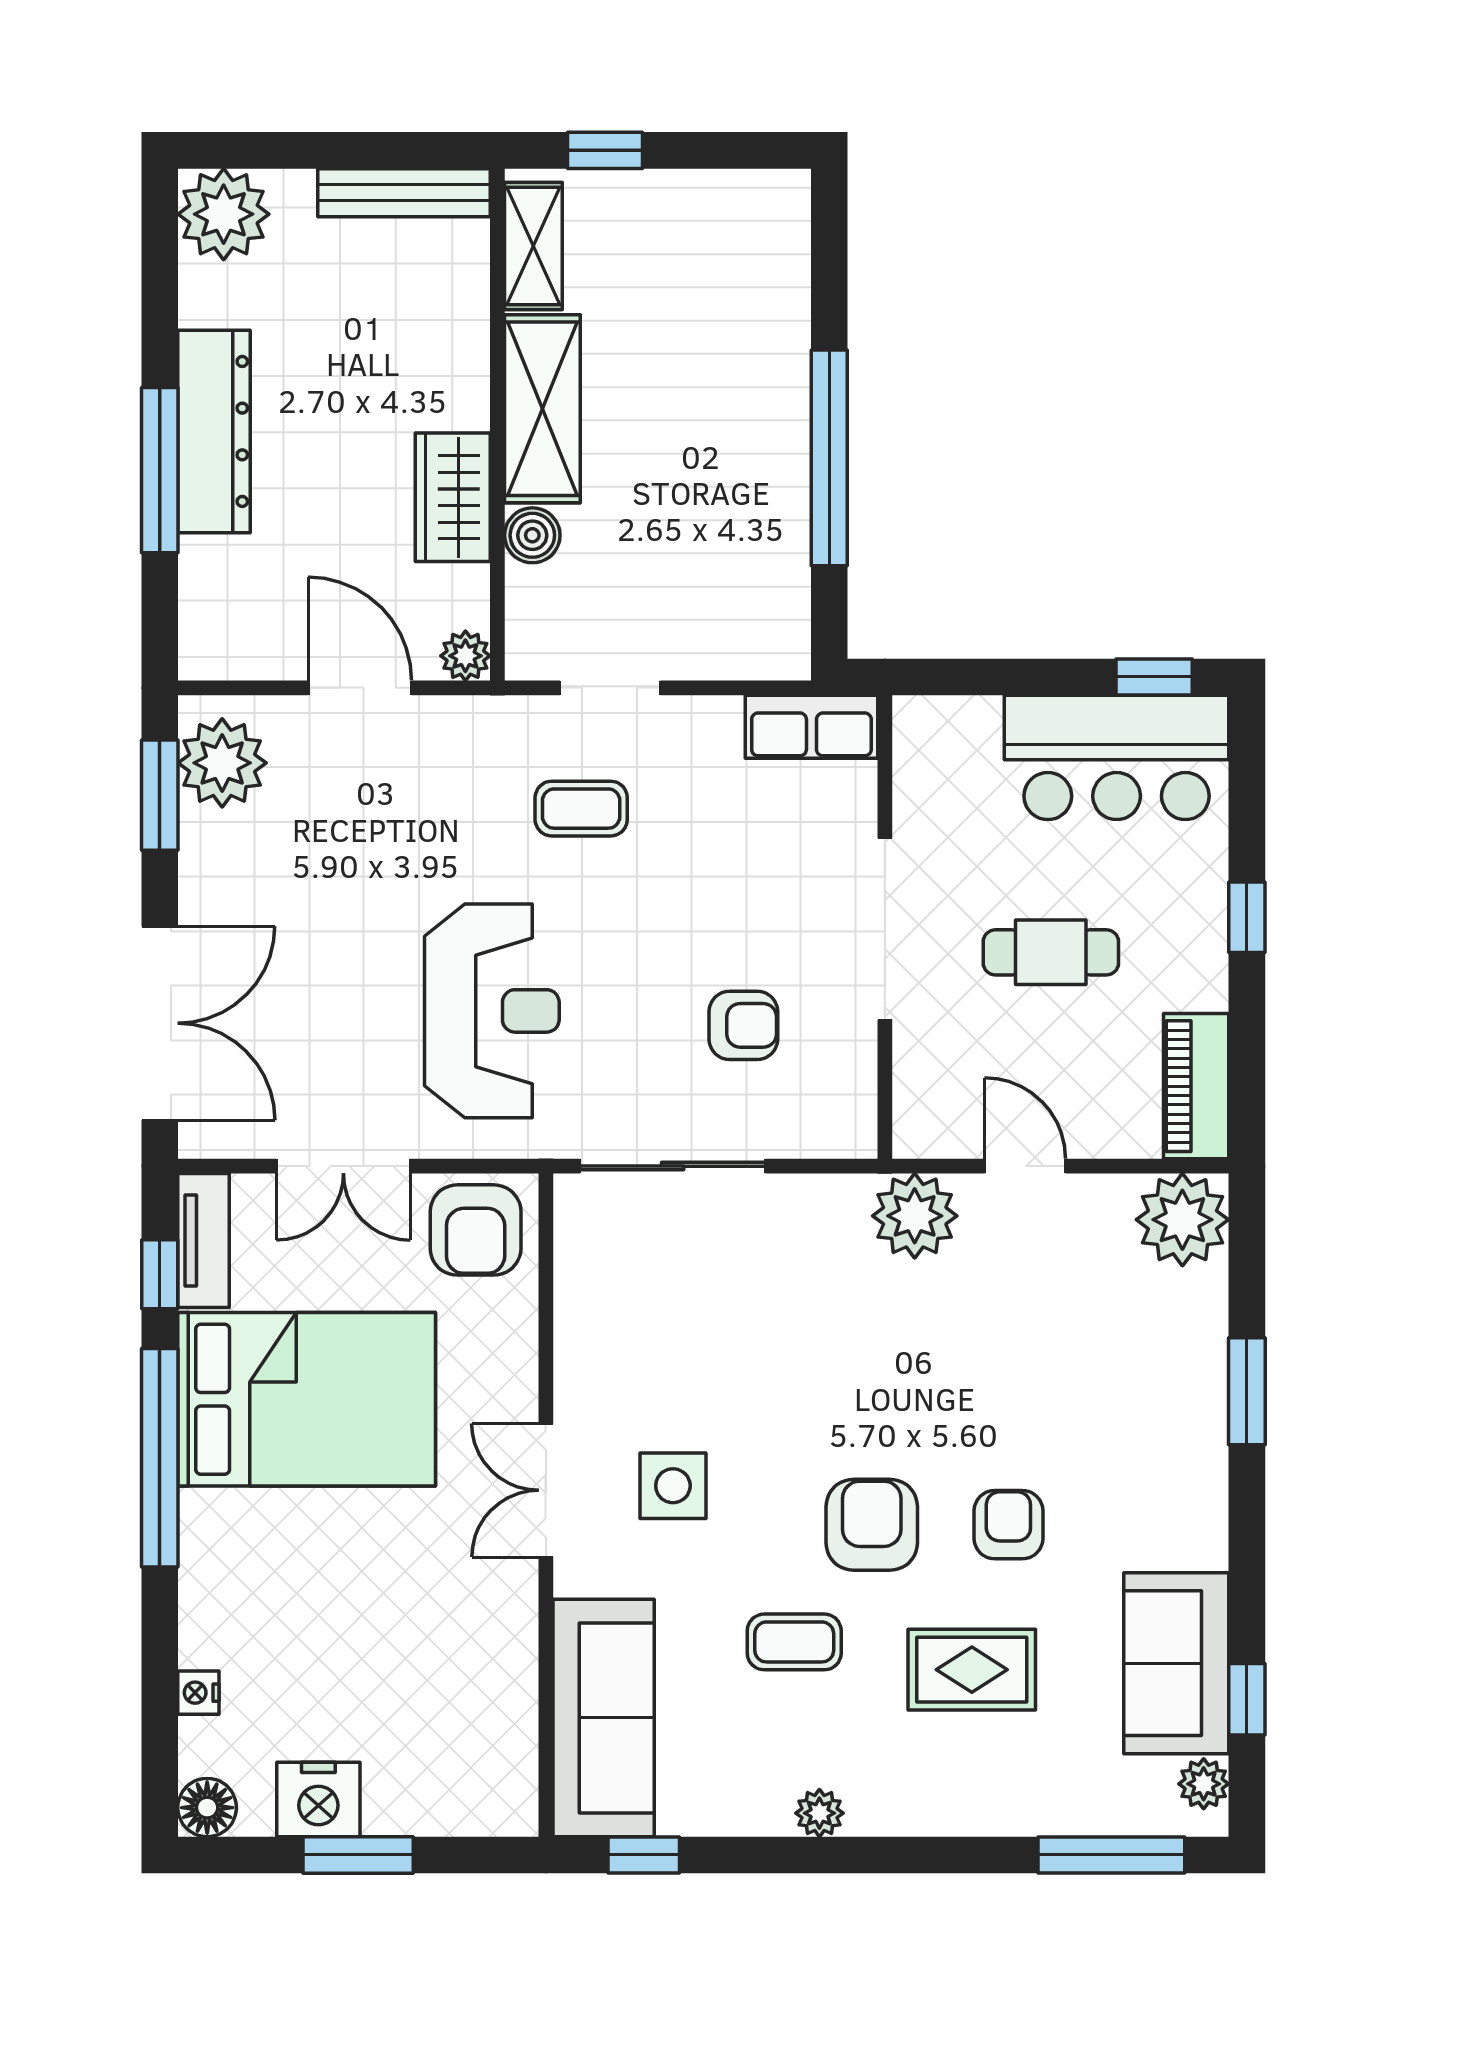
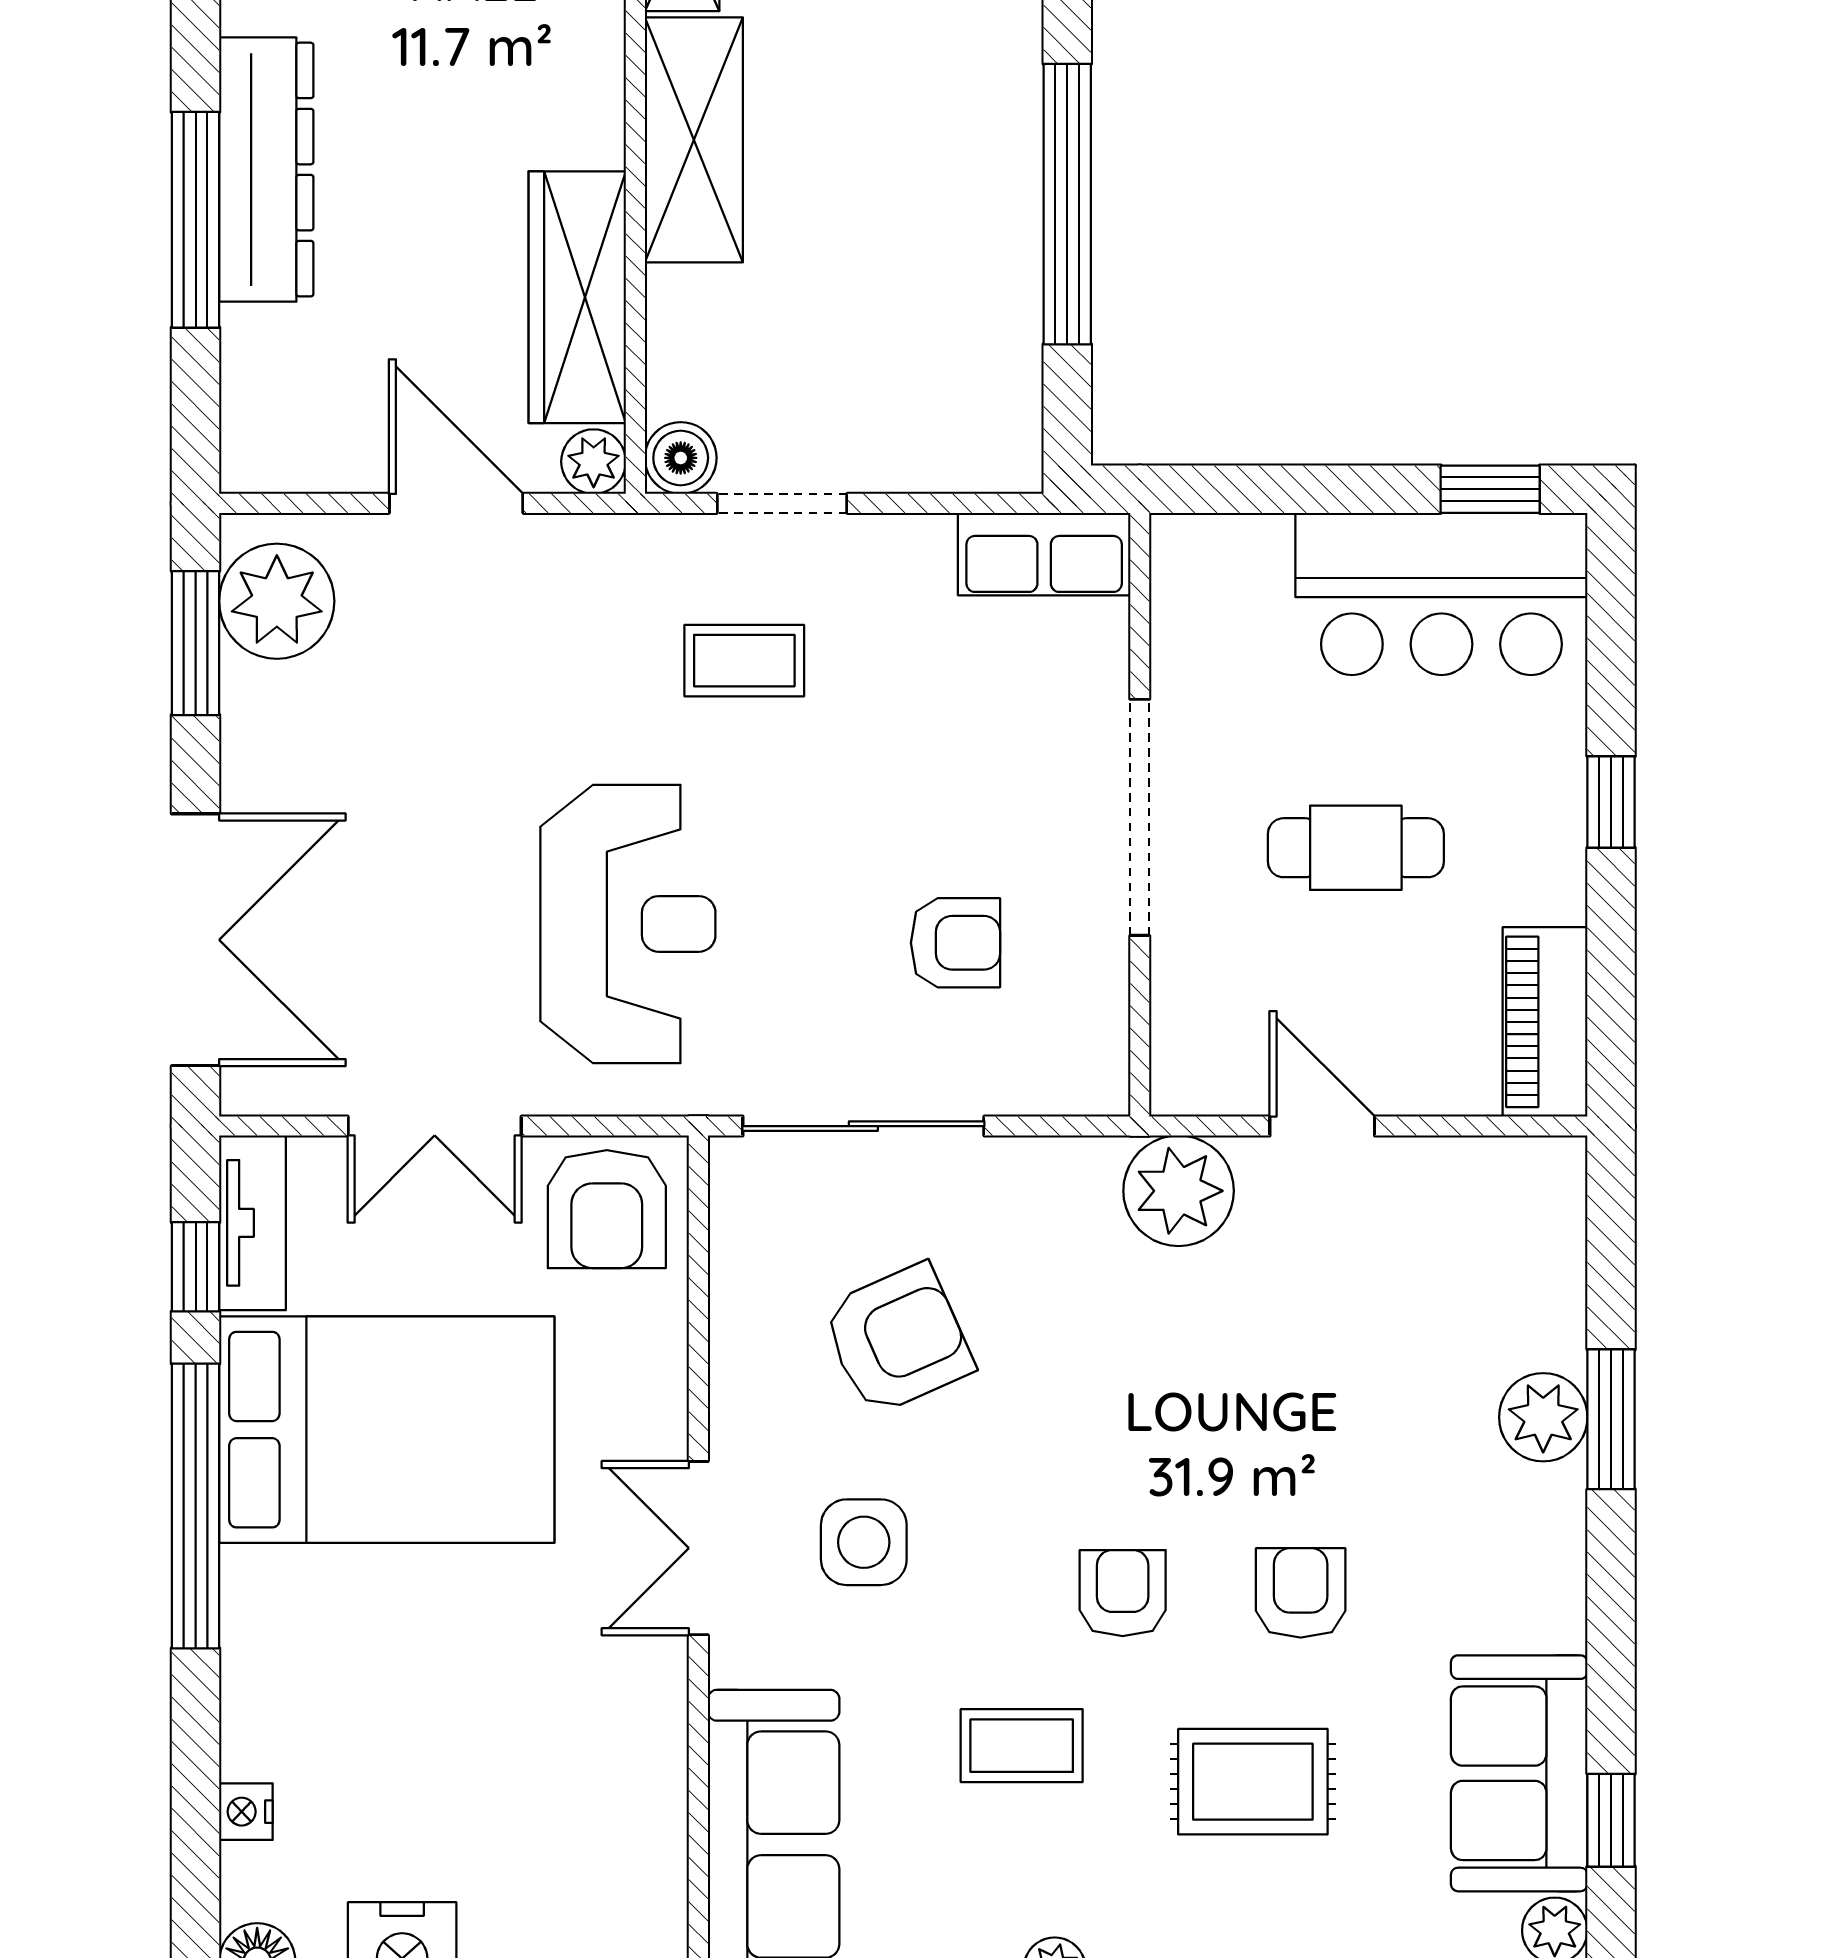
wardrobe: (453, 497) -> (577, 297), width x1.50
boiler: (532, 535) -> (681, 458), moved
plant: (1182, 1220) -> (1543, 1417), moved, width x0.73, depth x0.73
armchair: (699, 1330) -> (898, 1339), added
armchair: (872, 1525) -> (1123, 1593), width x0.72, depth x0.72

